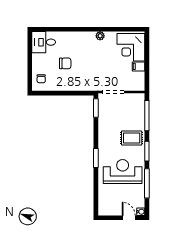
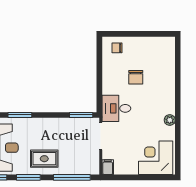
desk: (44, 42) -> (116, 108), moved, turned -90
filing cabinet: (139, 66) -> (108, 167), moved
rug: (132, 138) -> (44, 159), turned 90

